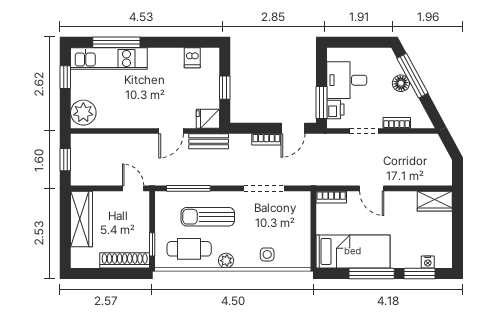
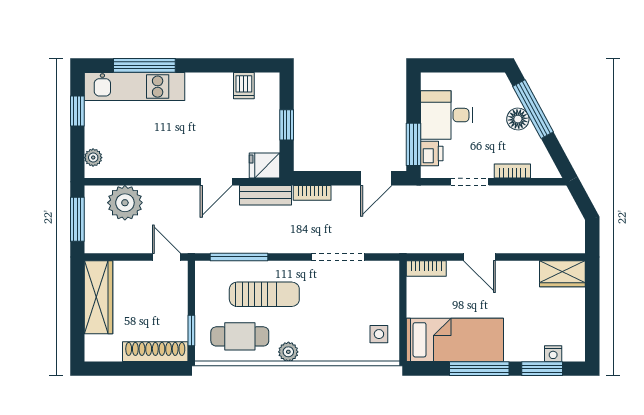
plant: (83, 113) -> (93, 158), width x0.53, depth x0.53
bookcase: (266, 139) -> (312, 193), moved
plant: (102, 147) -> (125, 203), added
window: (65, 160) -> (77, 219), width x1.50
sun lounger: (208, 217) -> (264, 294), turned 180
side table: (267, 254) -> (379, 334), moved

